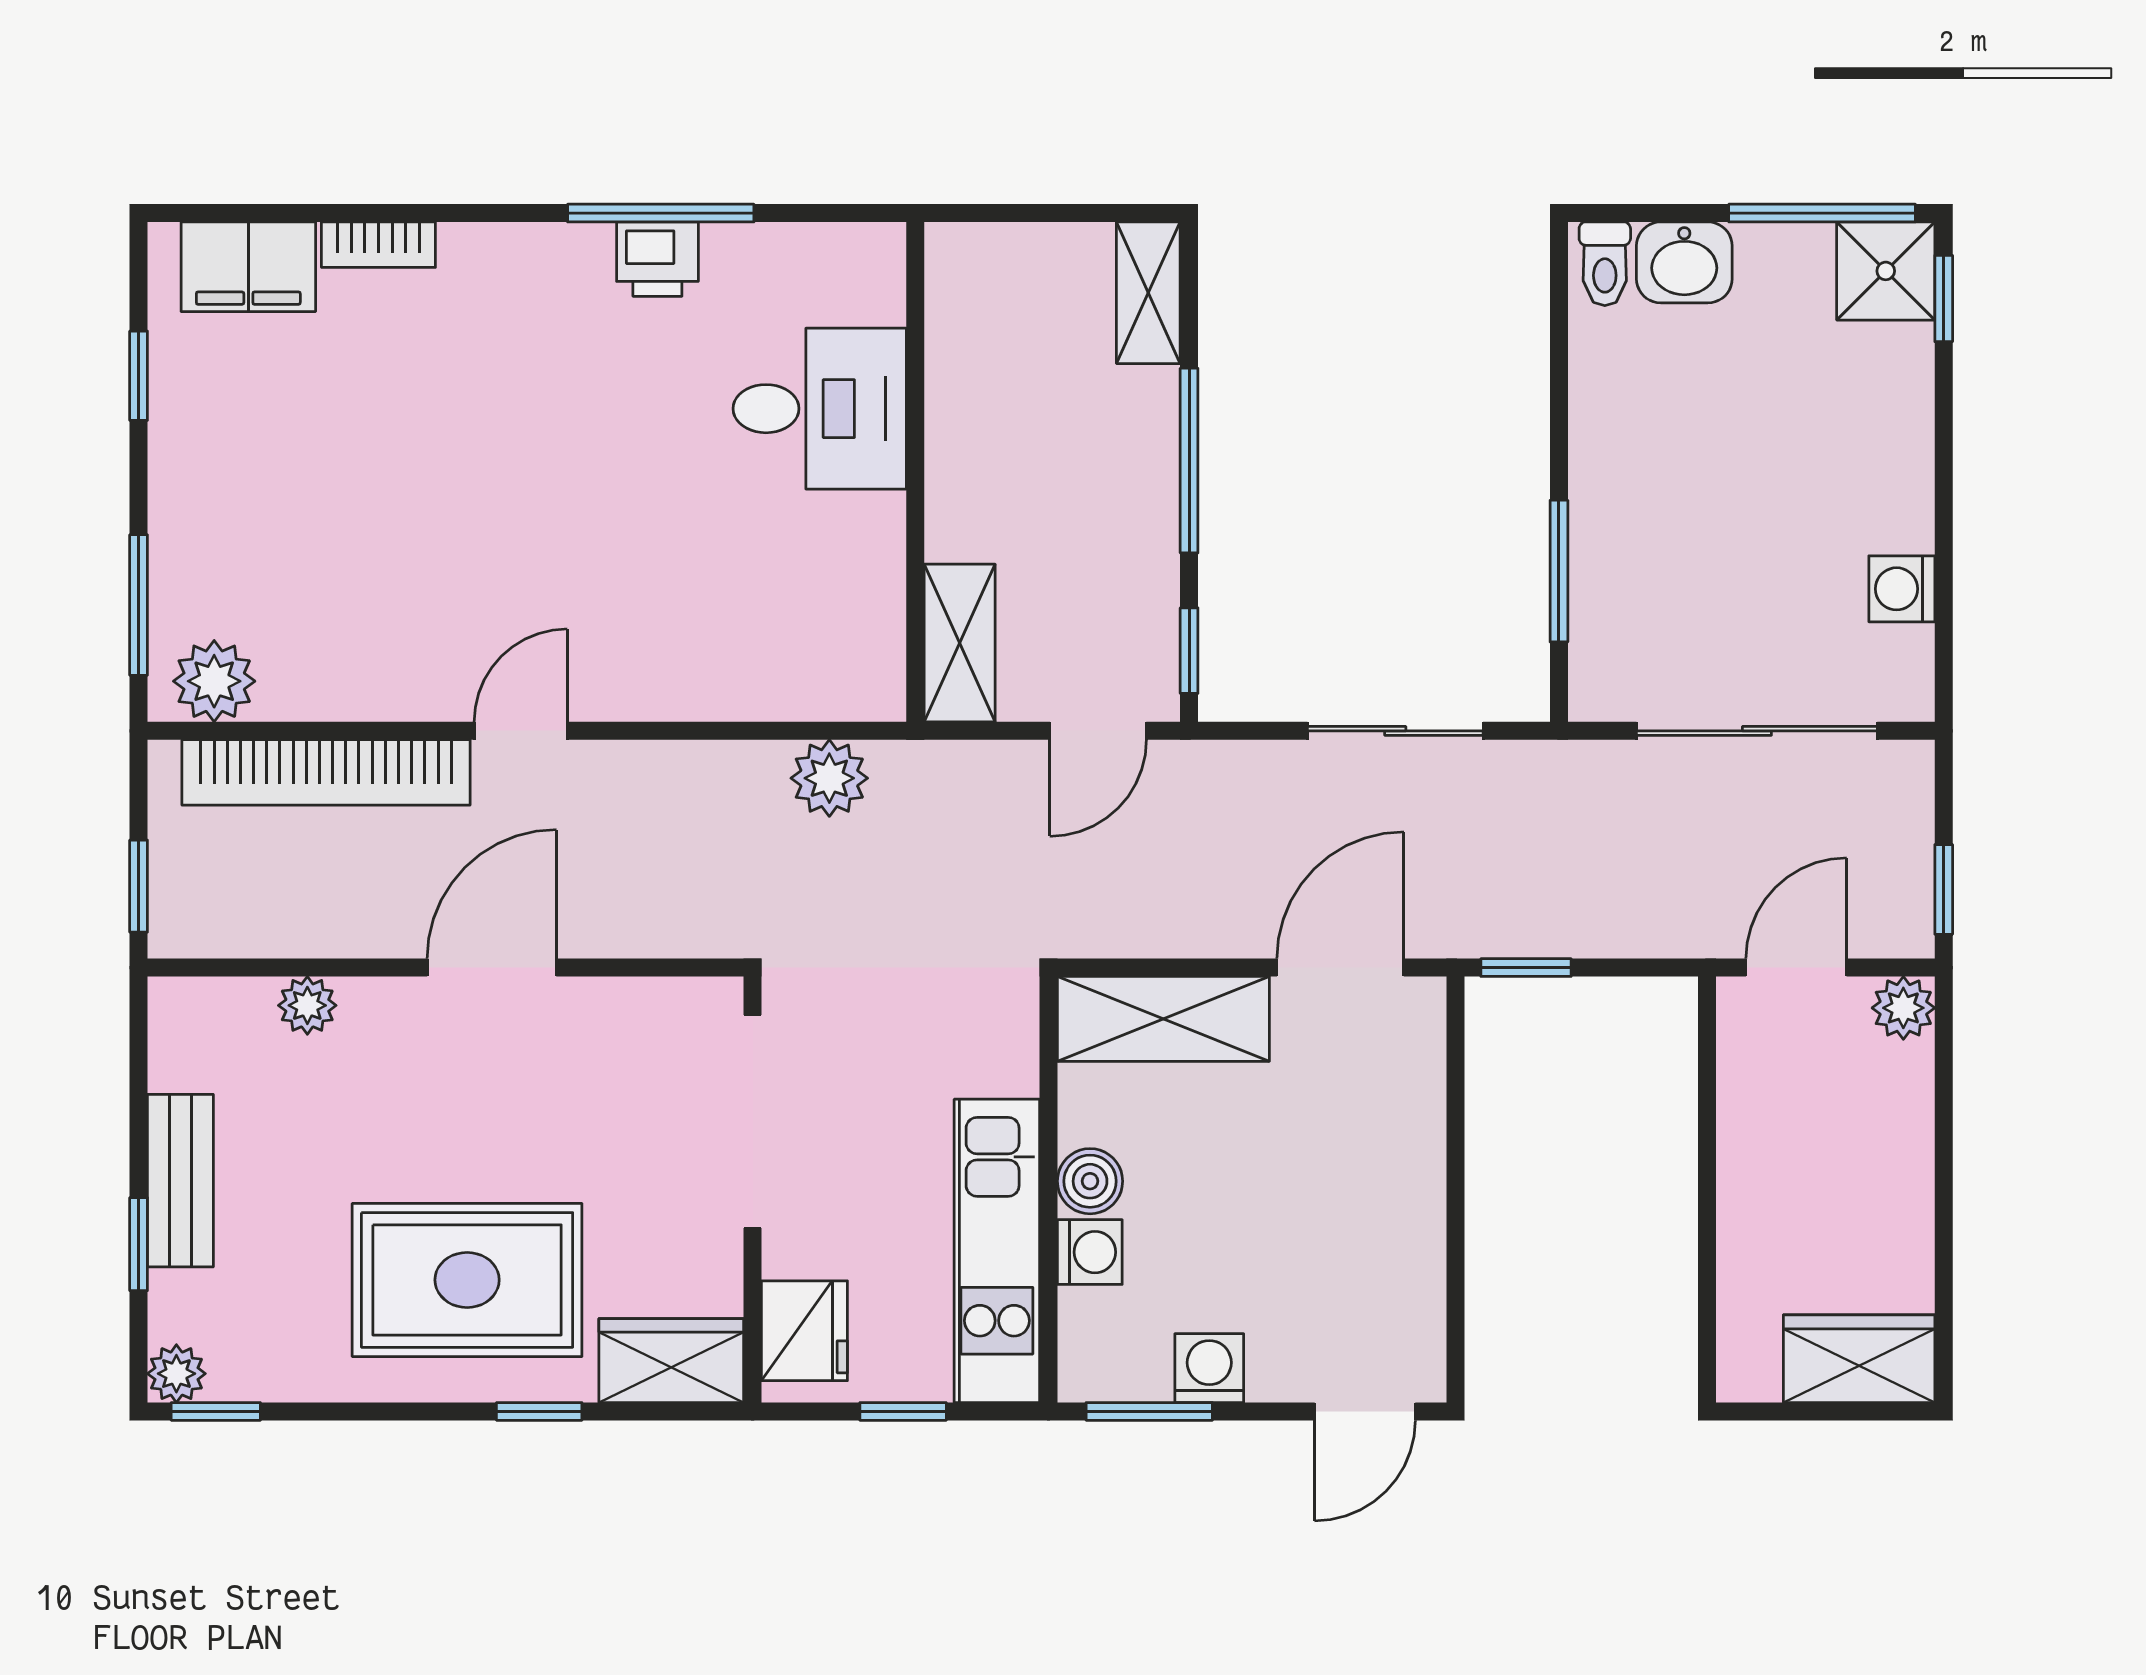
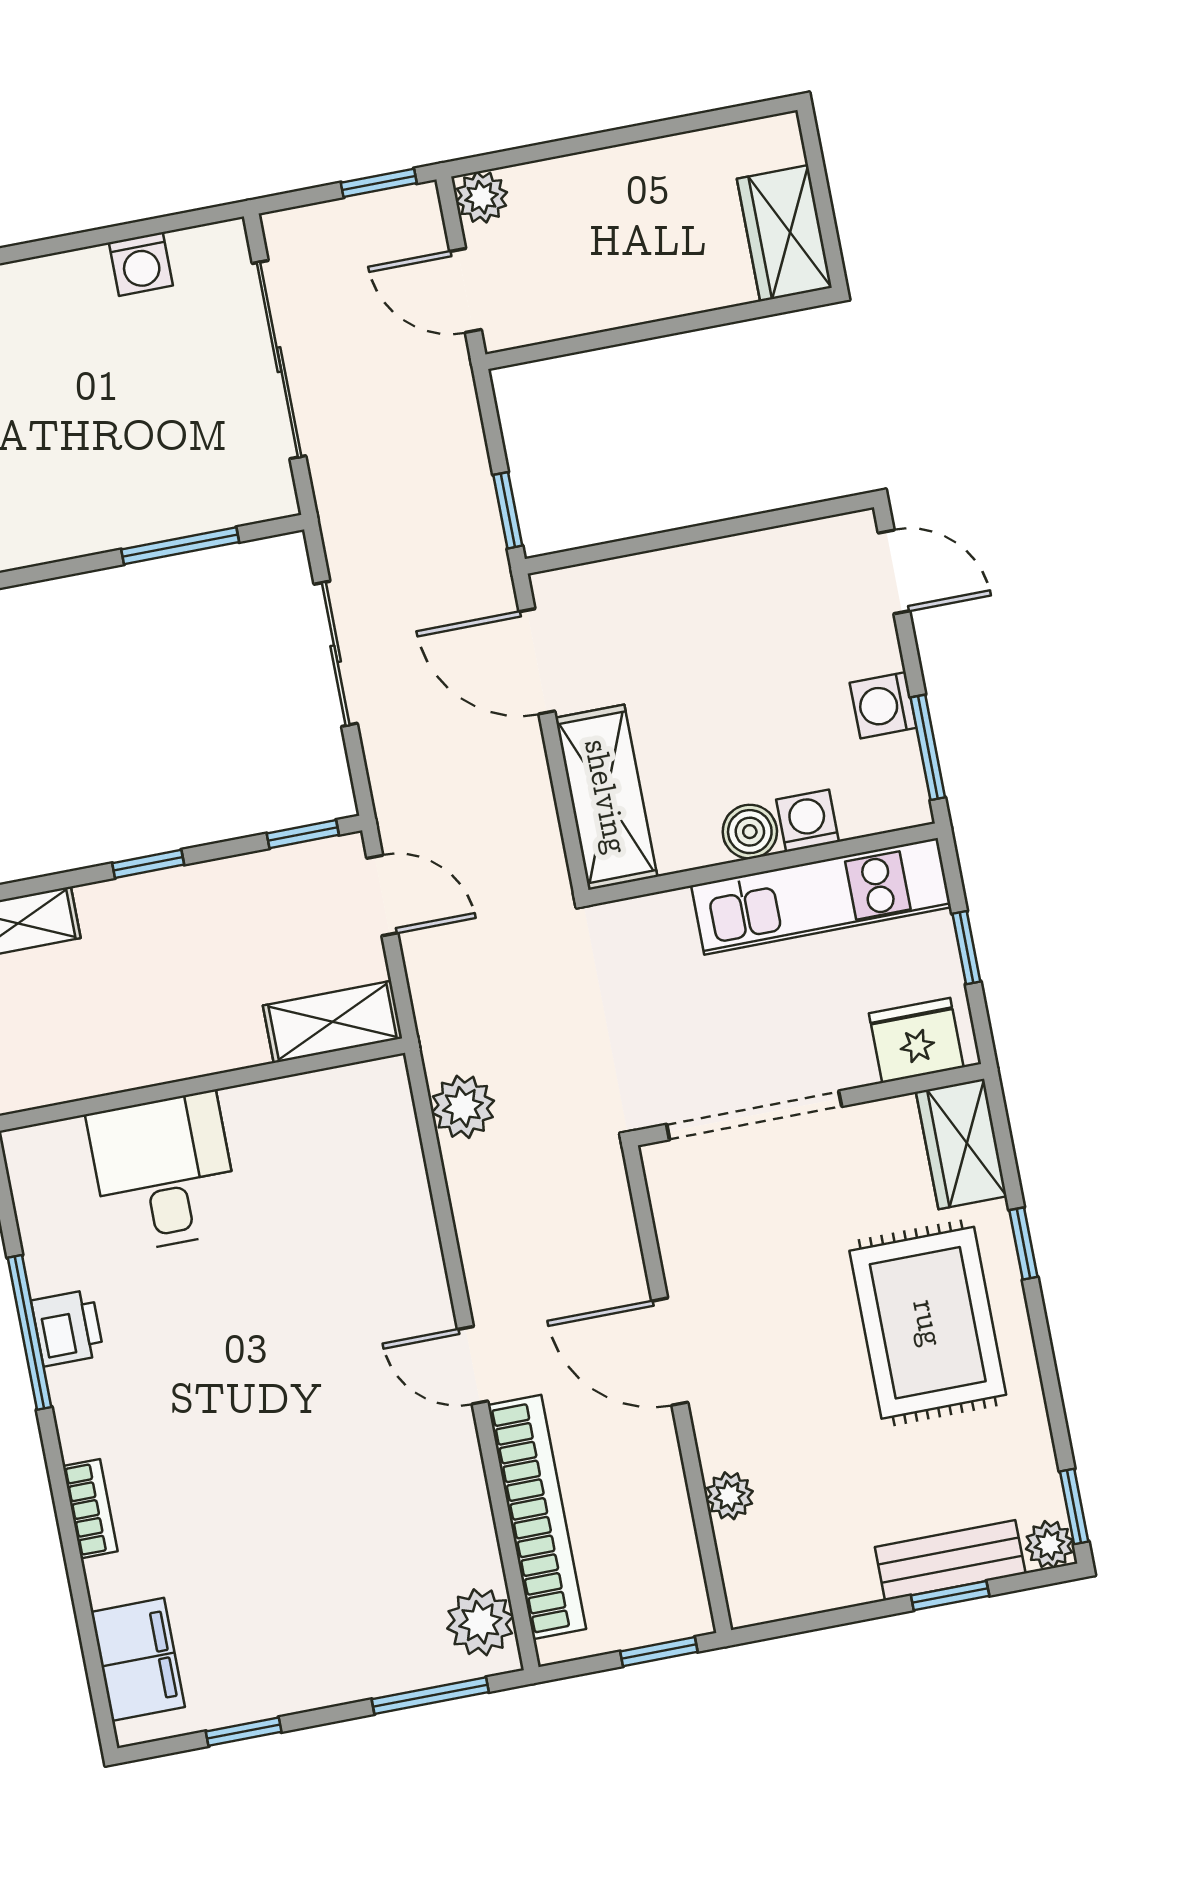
bookcase: (378, 245) -> (90, 1509), moved
window: (1189, 461) -> (148, 864), width x0.46
bench: (180, 1181) -> (950, 1560), moved
wardrobe: (1859, 1359) -> (784, 233), moved

